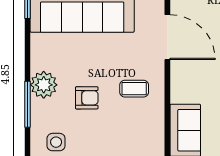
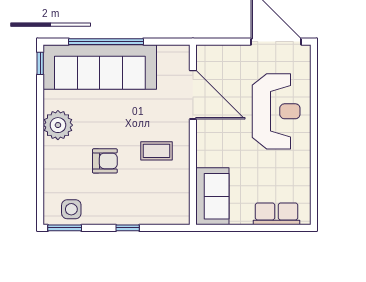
plant: (44, 85) -> (58, 125), moved
window: (28, 104) -> (40, 168), removed

